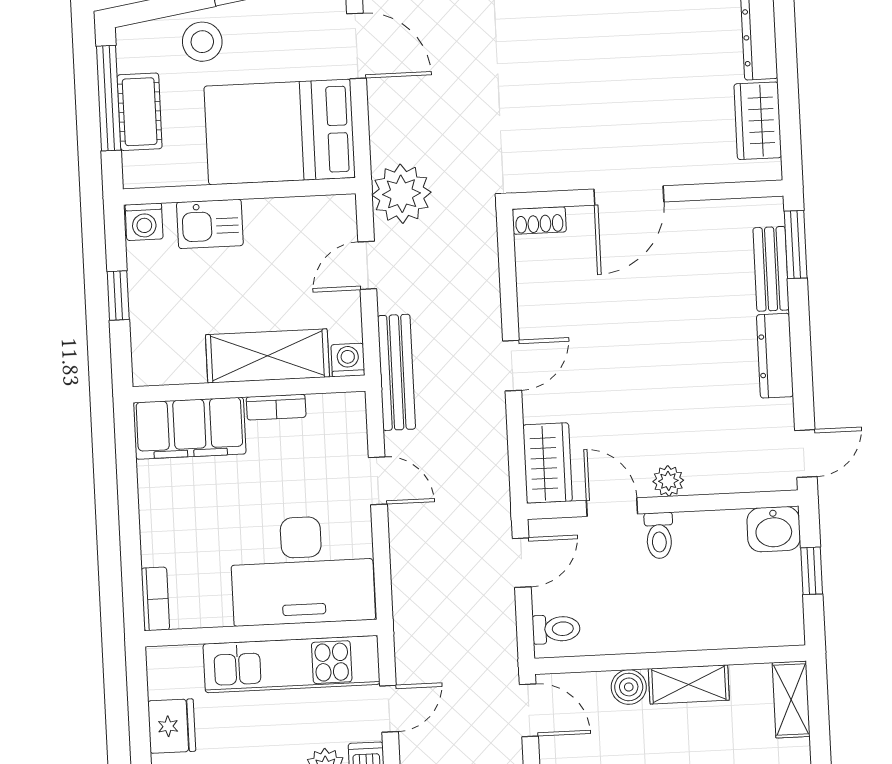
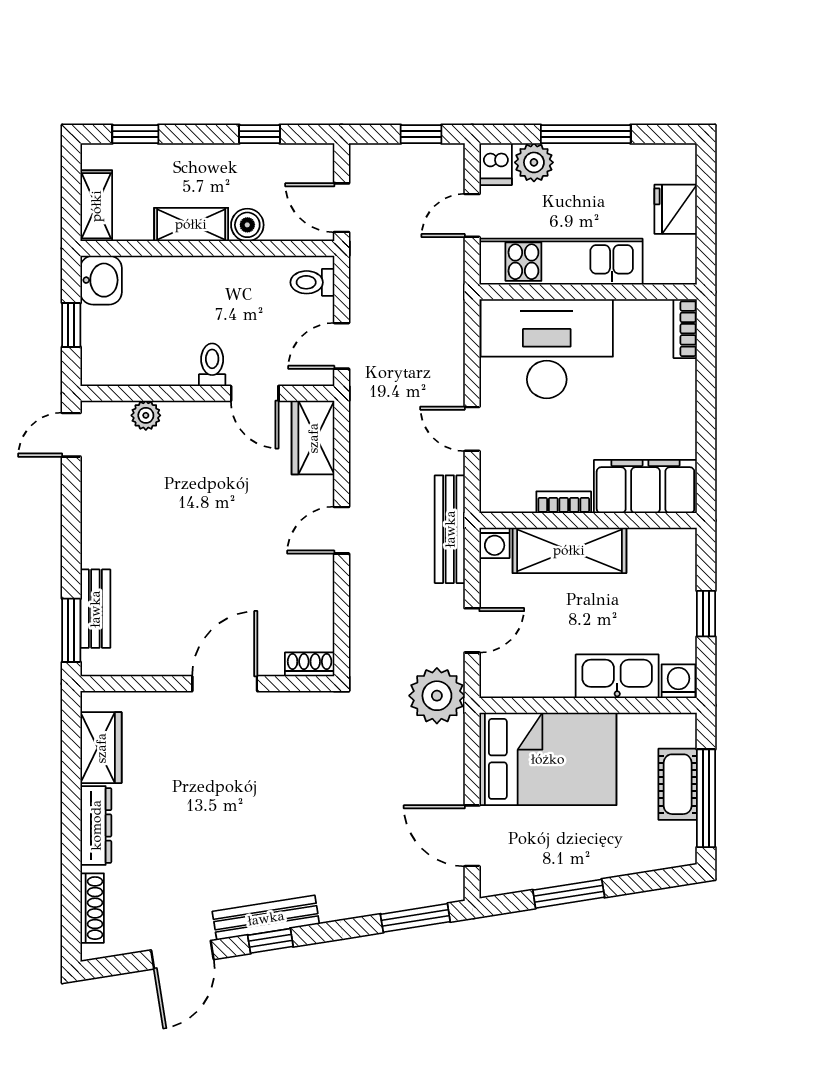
stool: (202, 42) -> (616, 847), removed
kitchen sink: (210, 224) -> (617, 676), width x1.38
dresser: (775, 356) -> (96, 527), removed
plant: (668, 481) -> (146, 415), moved
washbasin: (774, 529) -> (101, 280), moved, turned 90

